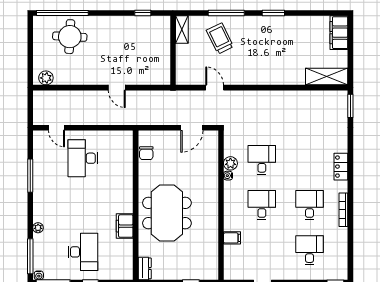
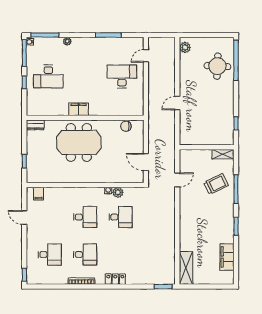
filing cabinet: (339, 33) -> (227, 257), moved, turned -90
filing cabinet: (125, 226) -> (79, 109), moved
filing cabinet: (232, 238) -> (38, 194), moved

